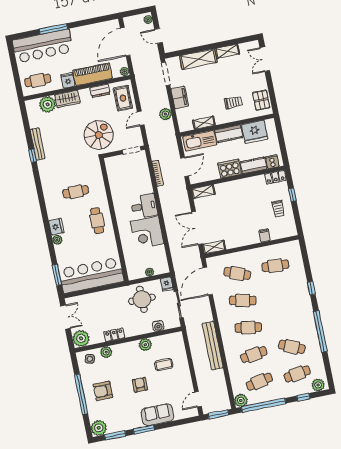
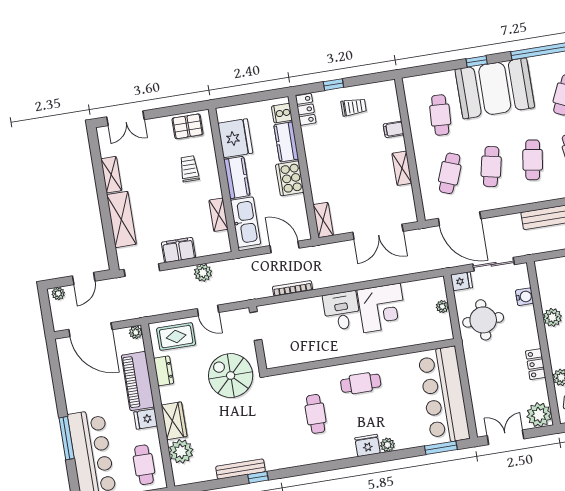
shelving: (214, 247) -> (402, 168), moved
booth: (294, 301) -> (495, 88), added

